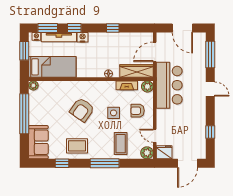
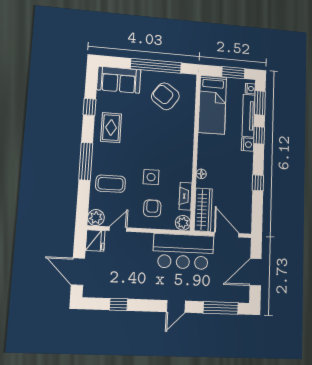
plant: (33, 85) -> (190, 80), removed
armchair: (82, 110) -> (165, 96), moved

